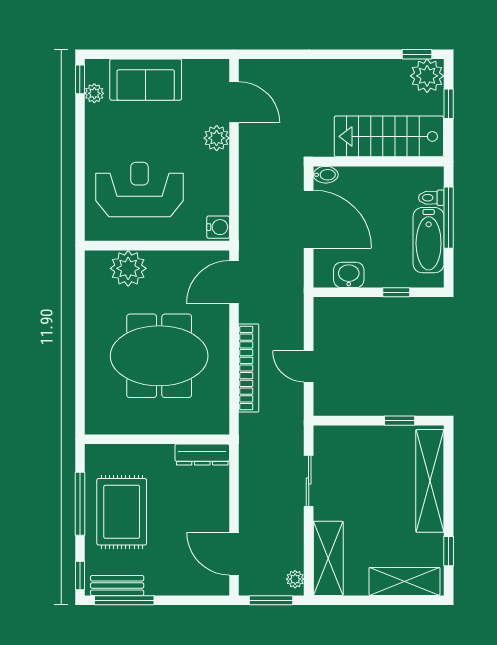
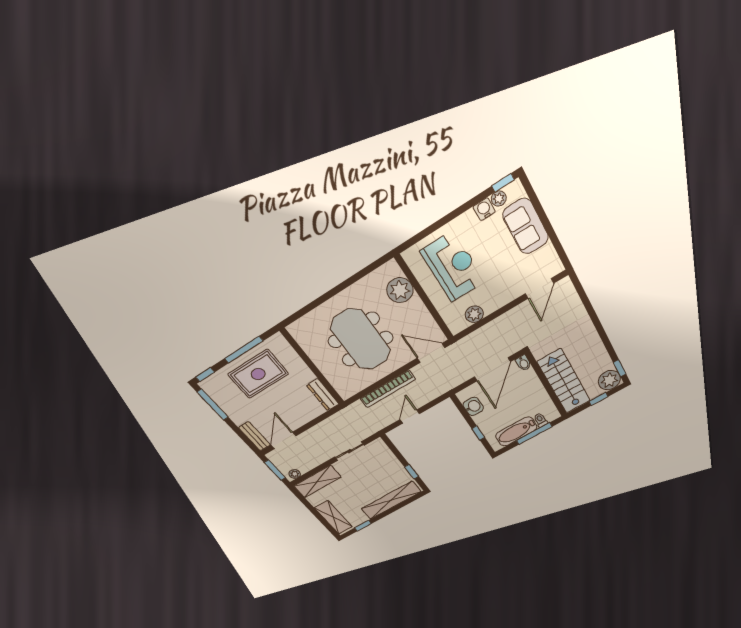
plant: (217, 138) -> (474, 314), moved
water cooler: (218, 227) -> (484, 209), moved, turned 180
bench: (117, 585) -> (255, 436), moved

